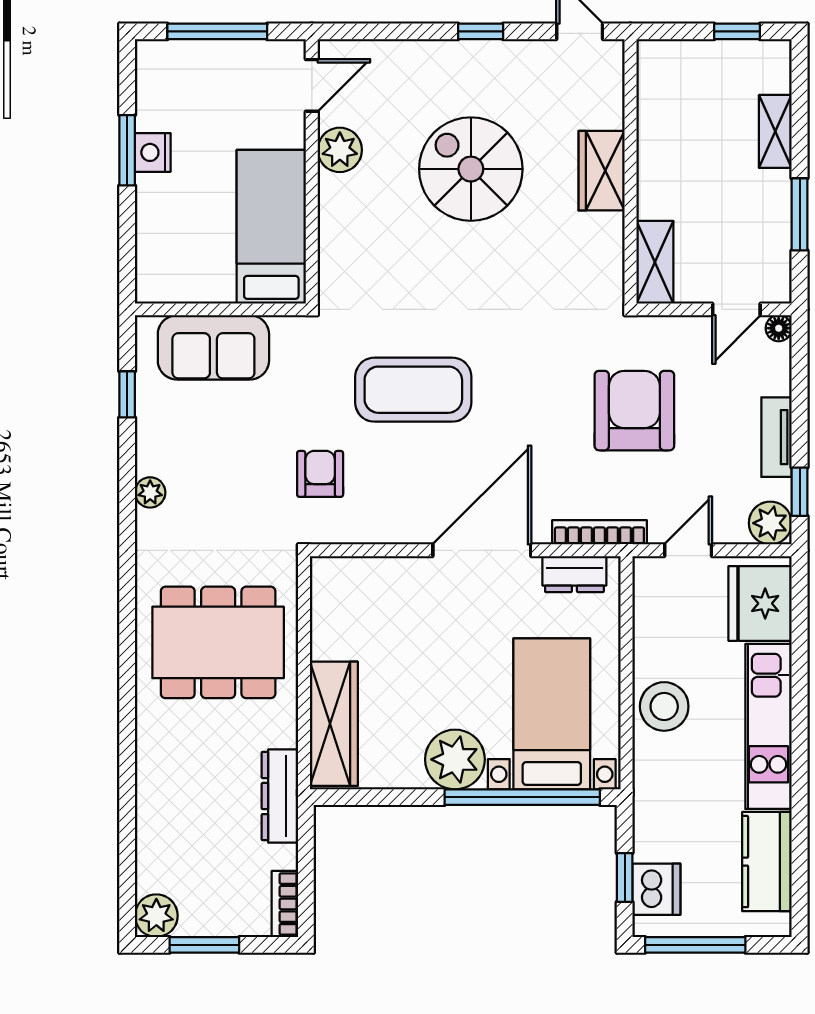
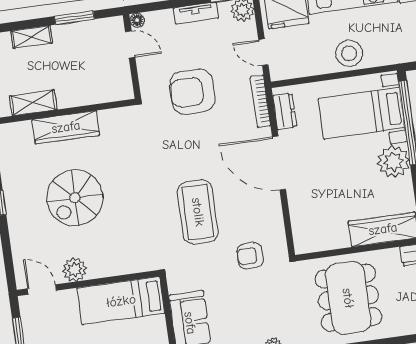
wardrobe: (602, 171) -> (66, 127), width x1.50
shelving: (655, 262) -> (33, 103), moved

